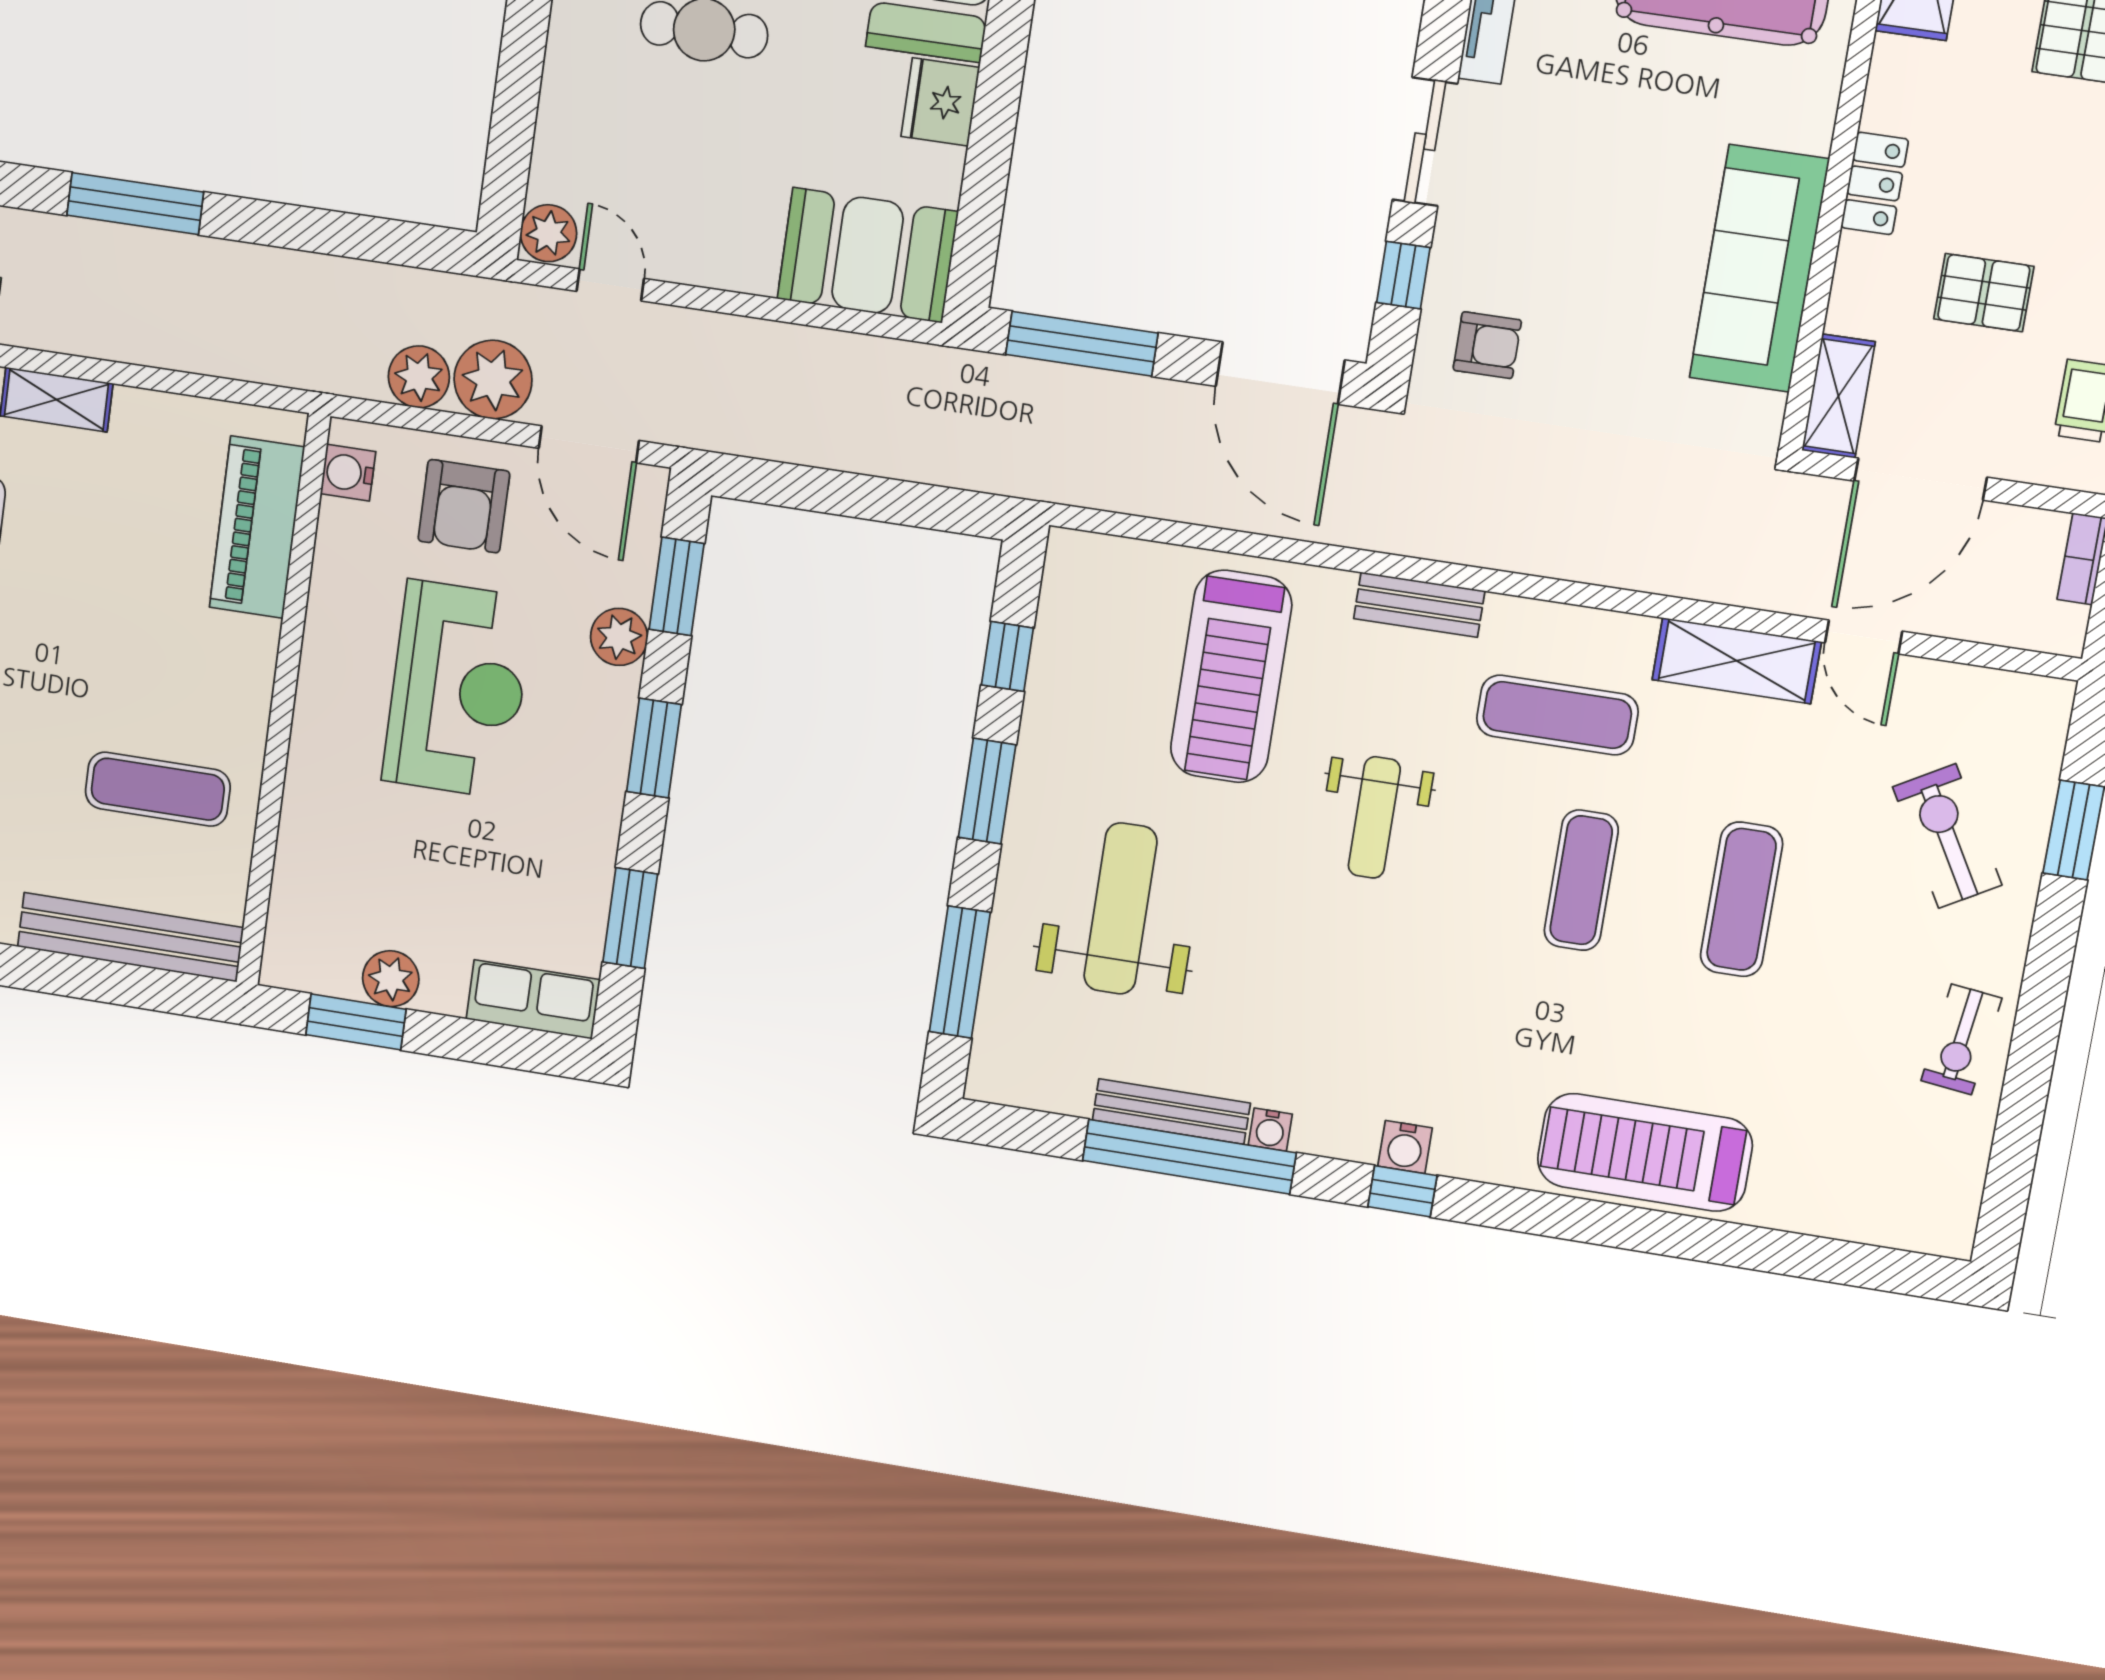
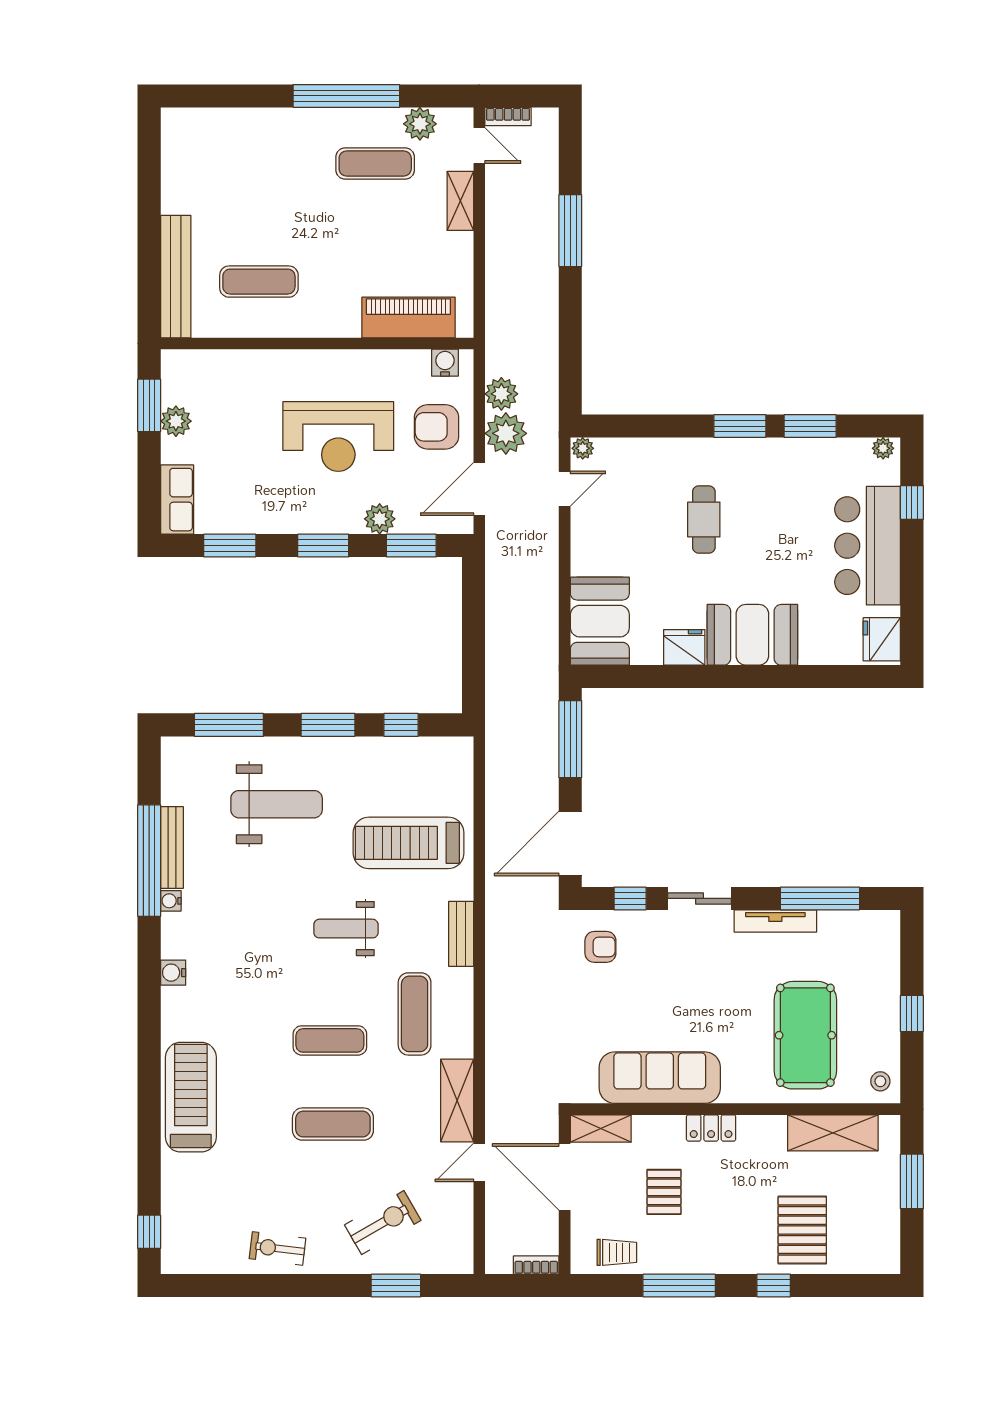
plant: (548, 233) -> (583, 448), width x0.73, depth x0.73
armchair: (1487, 345) -> (600, 947), turned -90
exercise mat: (158, 789) -> (259, 282), turned 90
window: (1402, 1191) -> (149, 1232), moved

